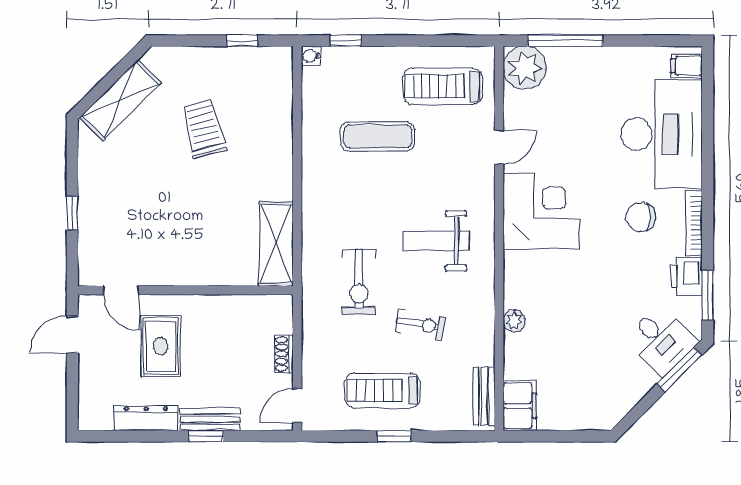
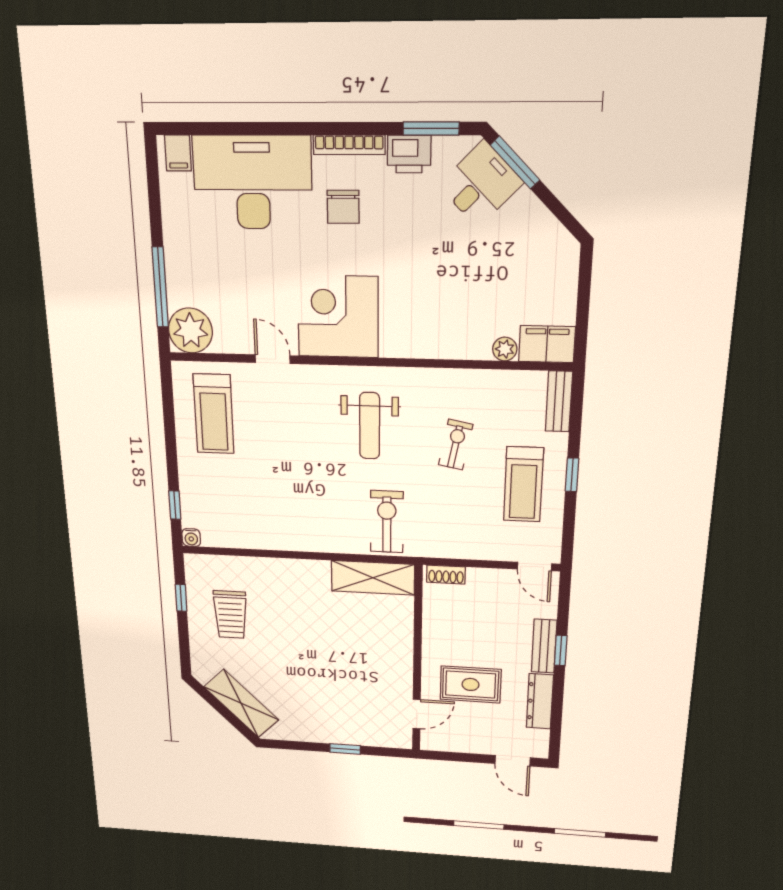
trolley: (204, 129) -> (230, 615), moved, turned -76
exercise mat: (378, 137) -> (266, 479), removed
exercise bike: (359, 282) -> (387, 522), moved, turned -90
plant: (514, 321) -> (505, 349), moved
door: (72, 335) -> (513, 761), moved
shoe rack: (284, 354) -> (446, 575), moved
bench: (484, 396) -> (559, 401), moved, turned 90

